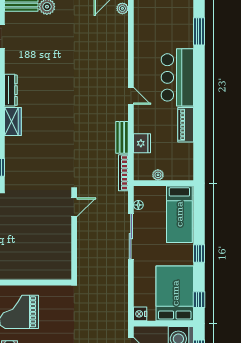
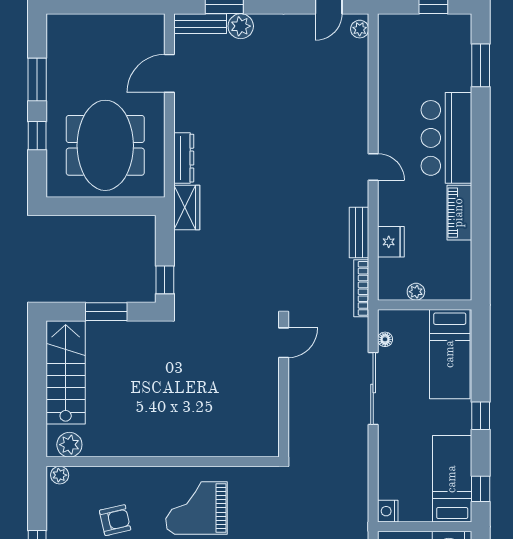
bed: (175, 293) -> (452, 479), width x0.67

